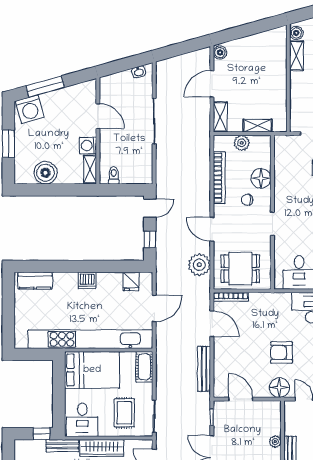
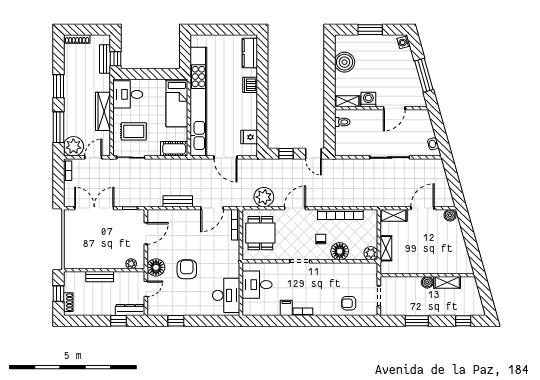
boiler: (296, 33) -> (427, 282), moved
door: (212, 84) -> (423, 208), hinge flipped
window: (45, 87) -> (424, 75), moved
washing machine: (30, 109) -> (404, 42), width x0.53, depth x0.53
plant: (242, 143) -> (371, 253), moved
dishwasher: (87, 280) -> (250, 85), moved
bench: (204, 369) -> (178, 201), width x0.73
bed: (92, 370) -> (177, 103), width x0.67
plant: (275, 442) -> (131, 264), moved
bench: (62, 446) -> (105, 59), moved

